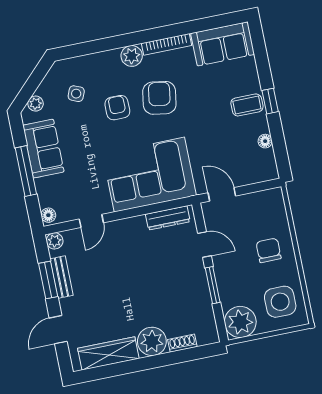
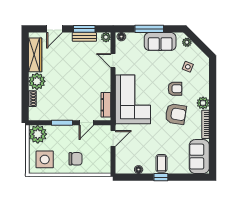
door: (58, 330) -> (55, 29), swing flipped

